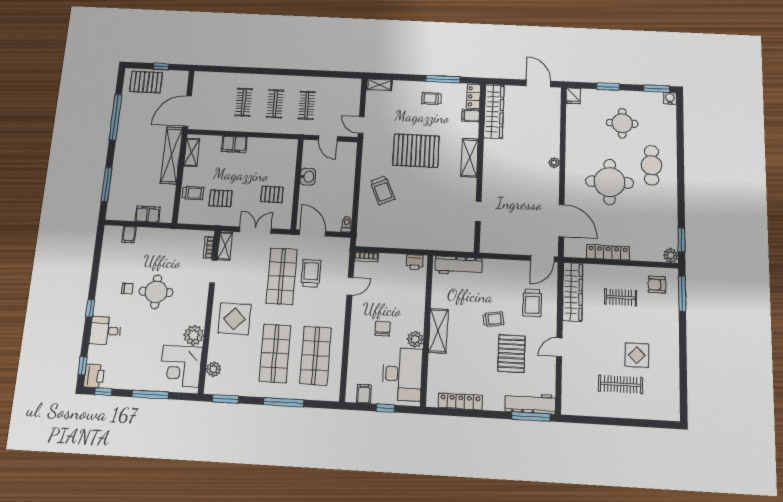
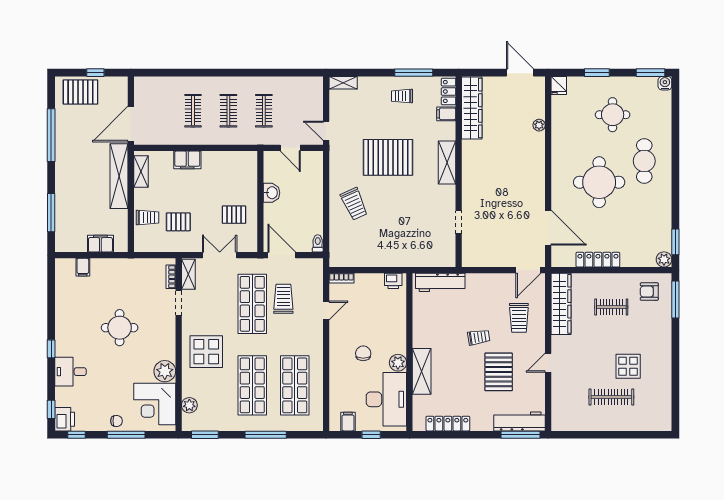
plant: (554, 163) -> (539, 125), moved
chair: (127, 289) -> (116, 421), moved
shelving: (438, 331) -> (422, 371), moved

